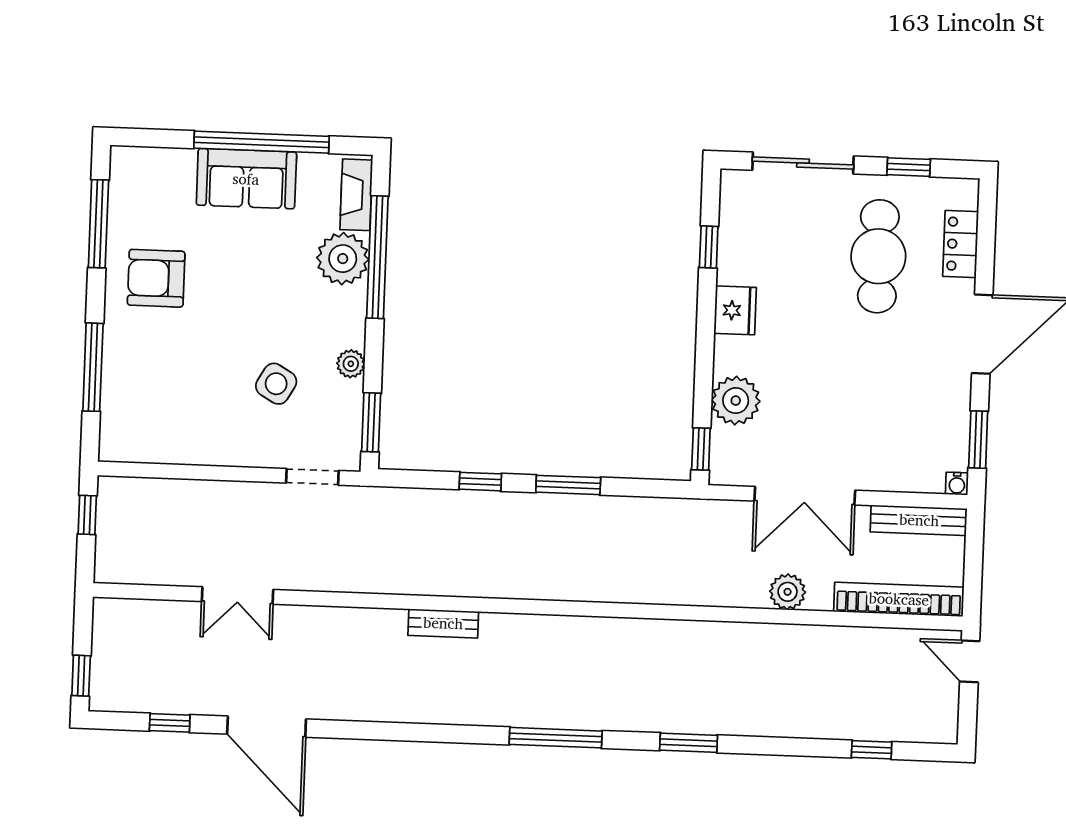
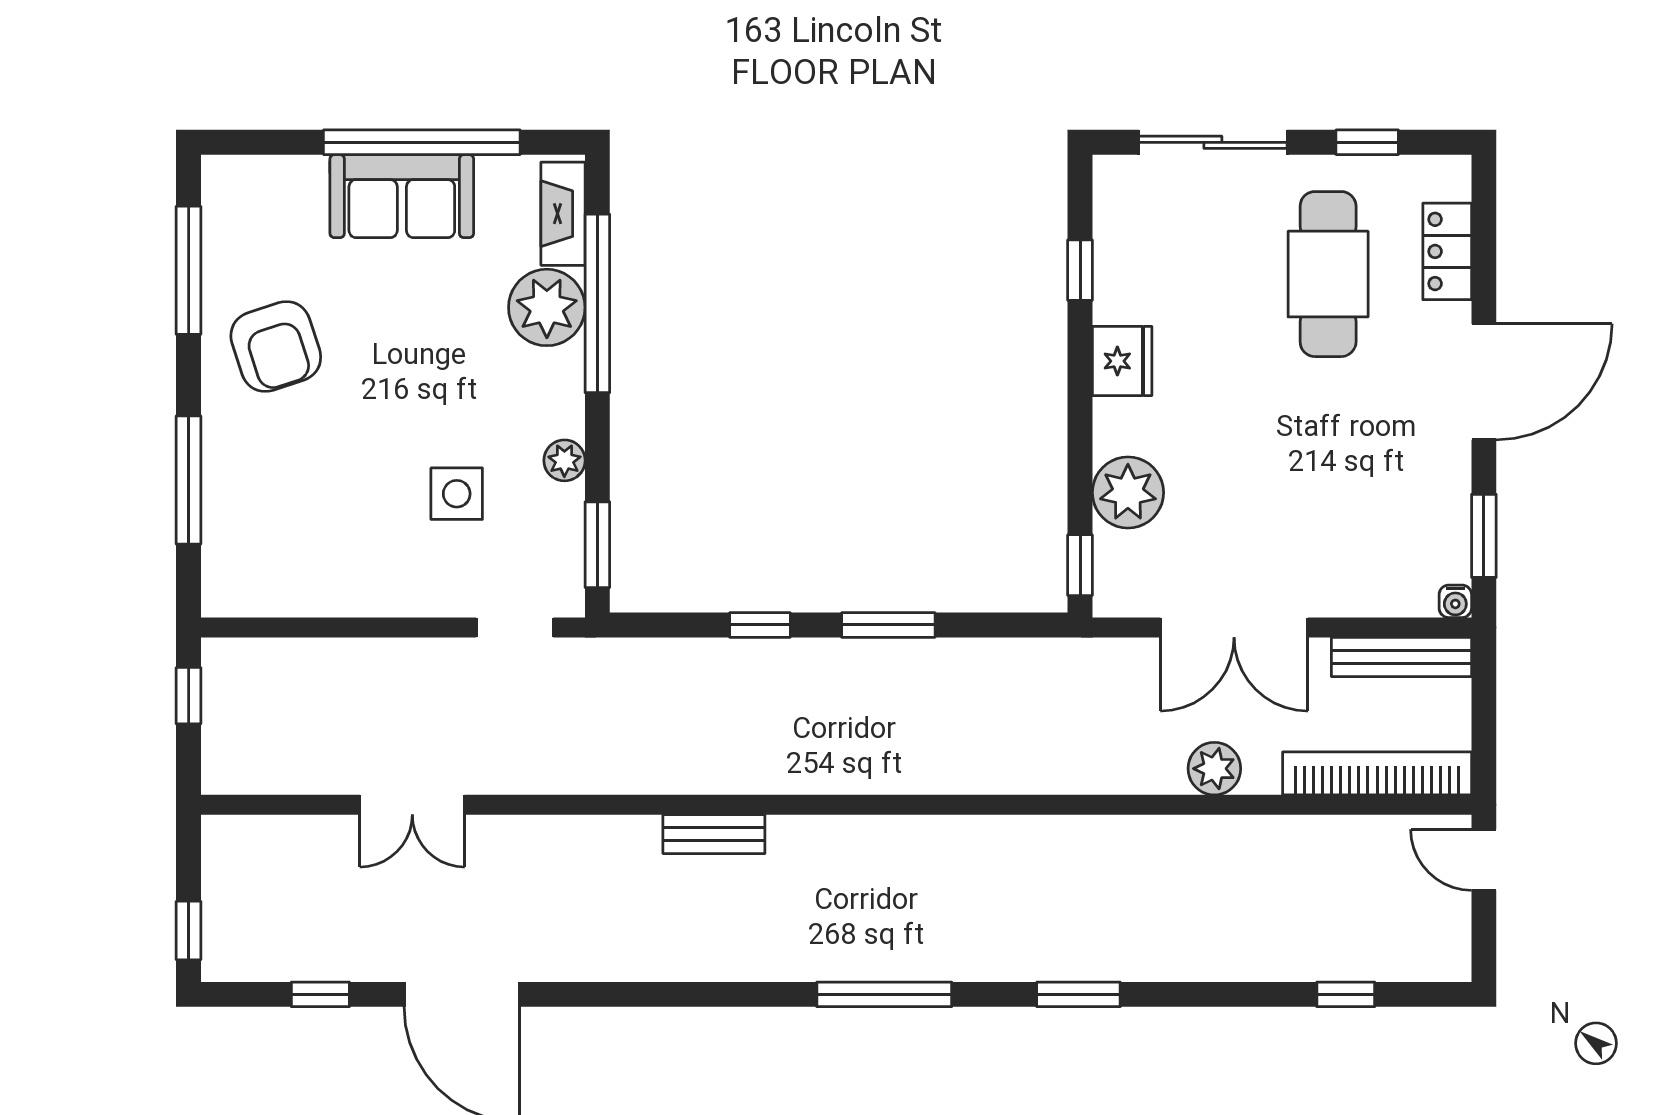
armchair: (156, 278) -> (276, 346), turned -108
side table: (276, 384) -> (457, 494), turned -30

